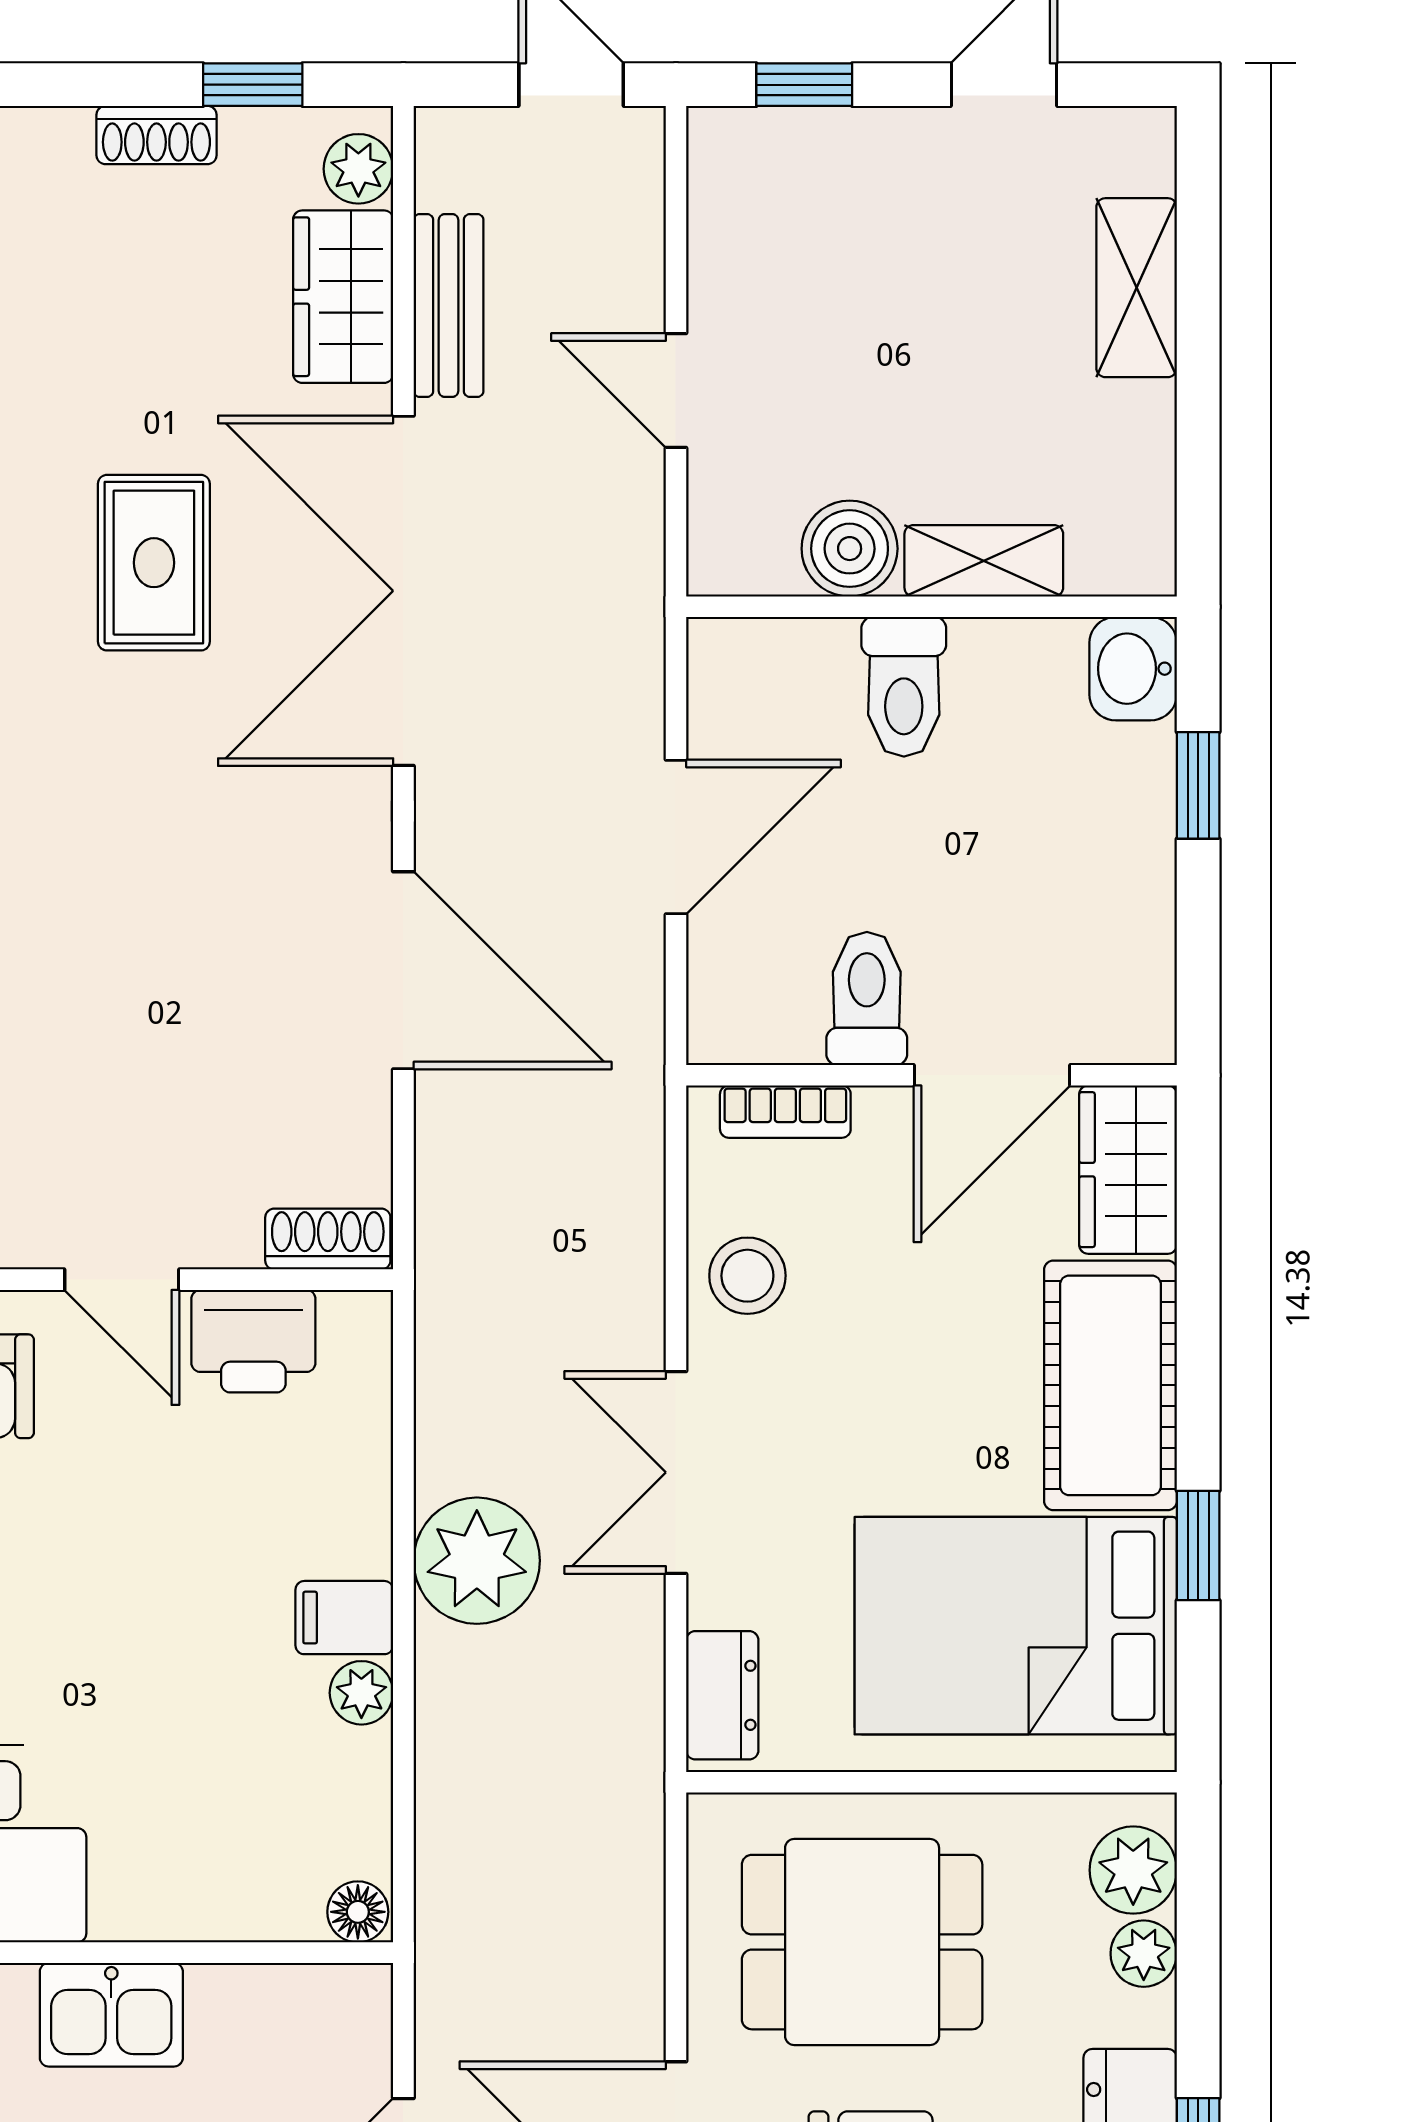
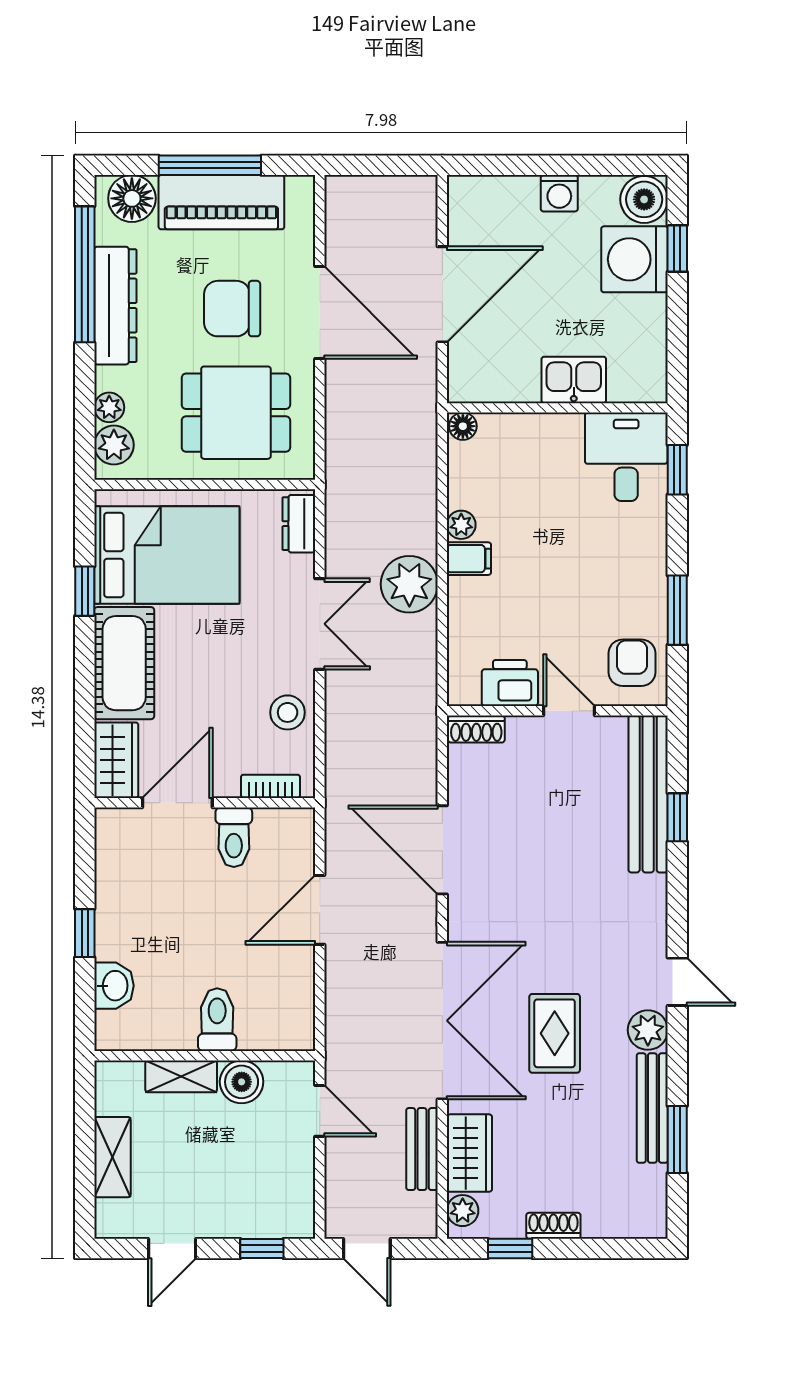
boiler: (850, 549) -> (242, 1082), moved
shelving: (984, 561) -> (181, 1076), moved
wall: (932, 607) -> (205, 1056), moved
toilet: (904, 687) -> (217, 1020), moved

